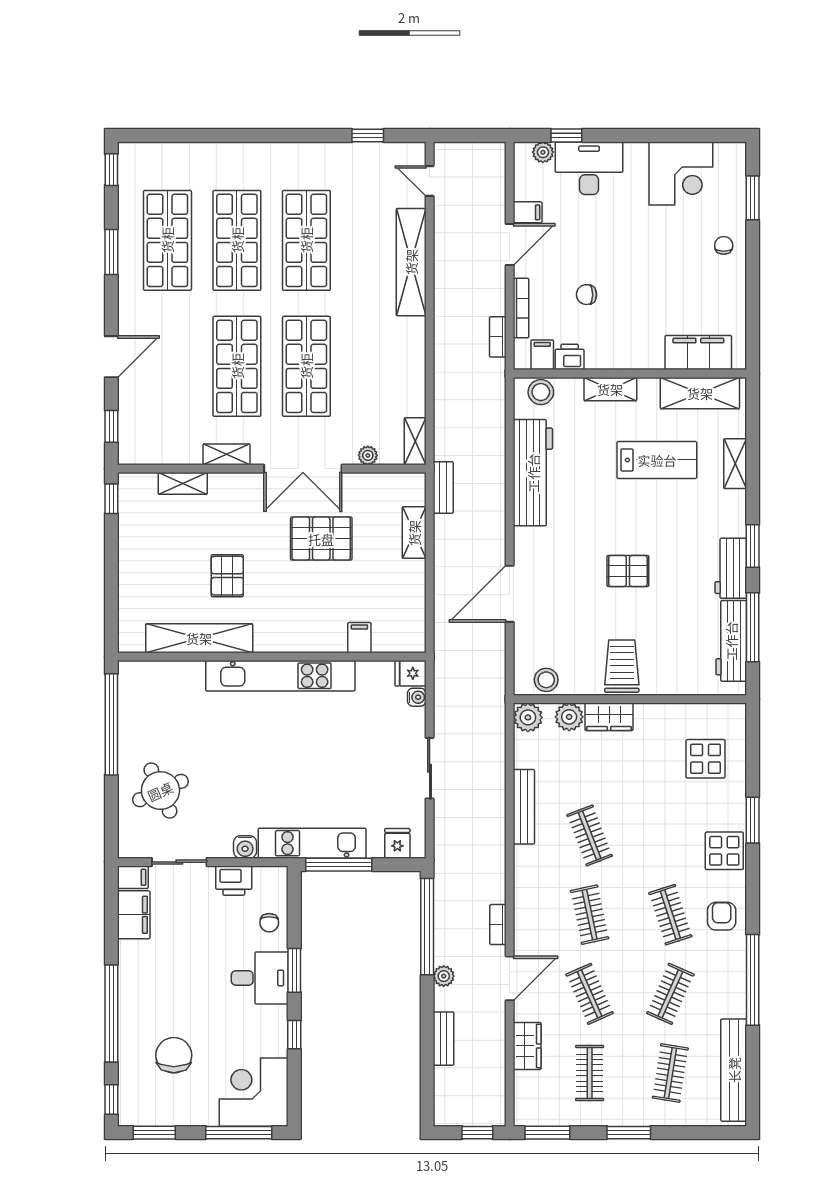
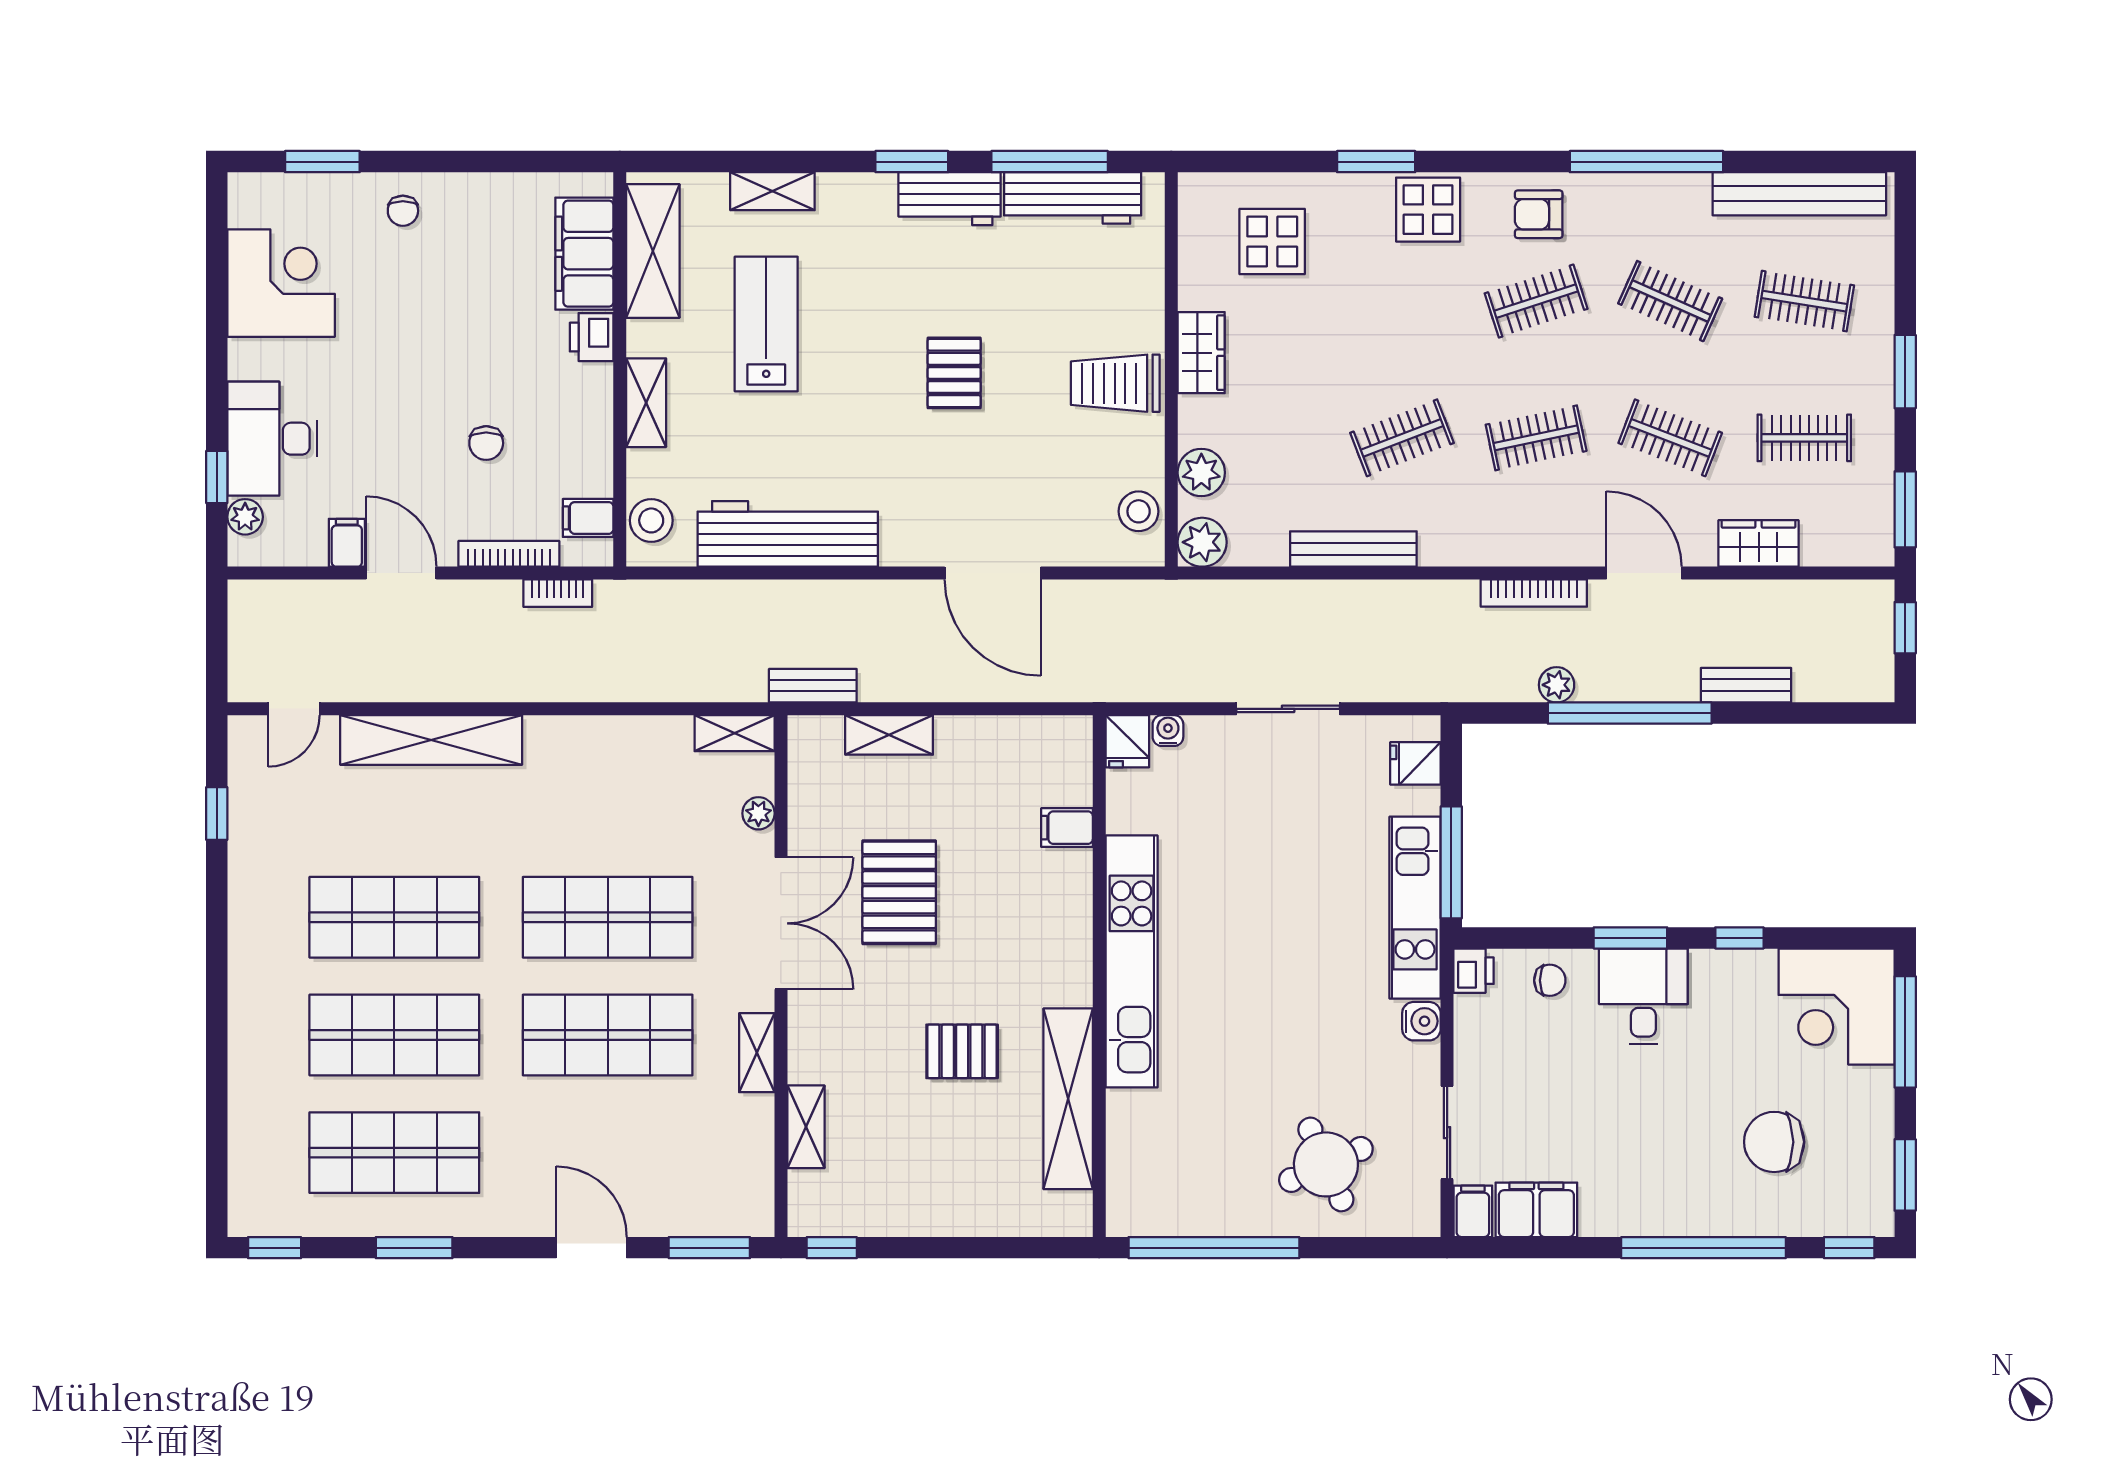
chair: (724, 245) -> (403, 211), turned -90
printer: (570, 357) -> (592, 337), moved
window: (111, 426) -> (709, 1248), width x1.50
wardrobe: (609, 717) -> (1201, 353), moved
printer: (234, 881) -> (1474, 971), moved, width x0.73, depth x0.81
bookcase: (498, 925) -> (1534, 593), width x1.56
window: (427, 927) -> (1630, 713), moved
plant: (444, 976) -> (1557, 685), moved
clothes rail: (590, 994) -> (1670, 438), turned 45

